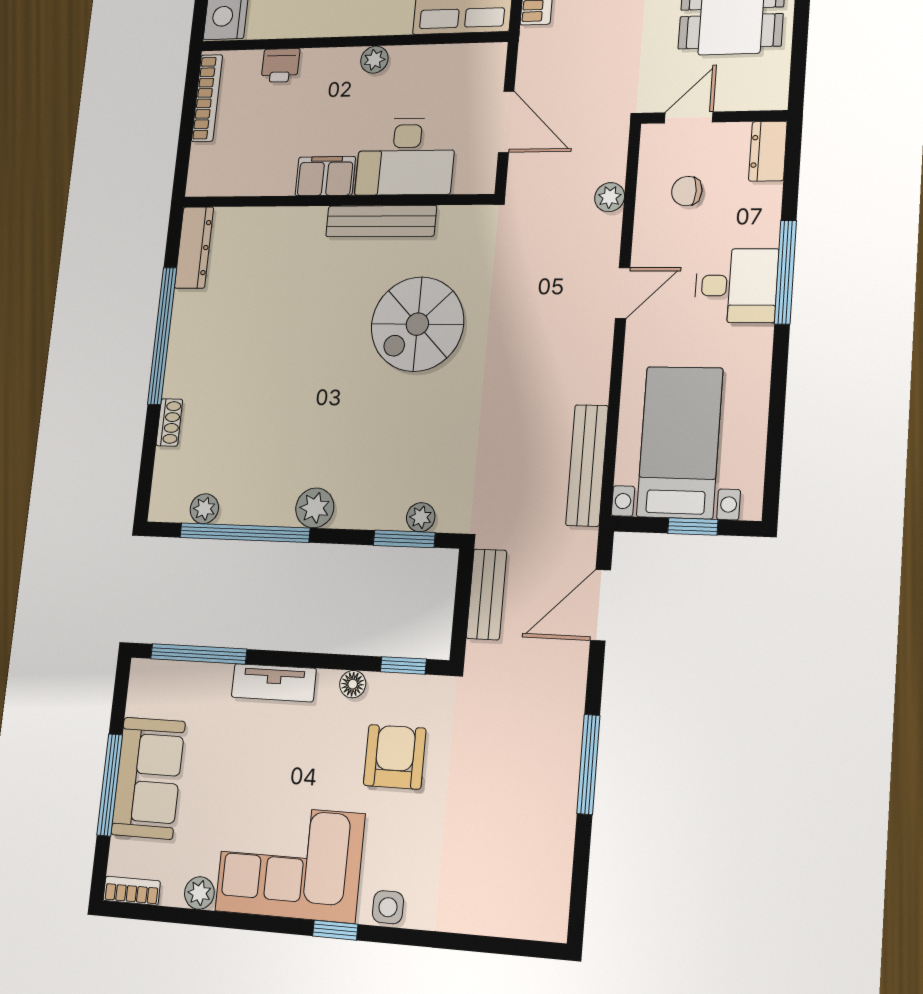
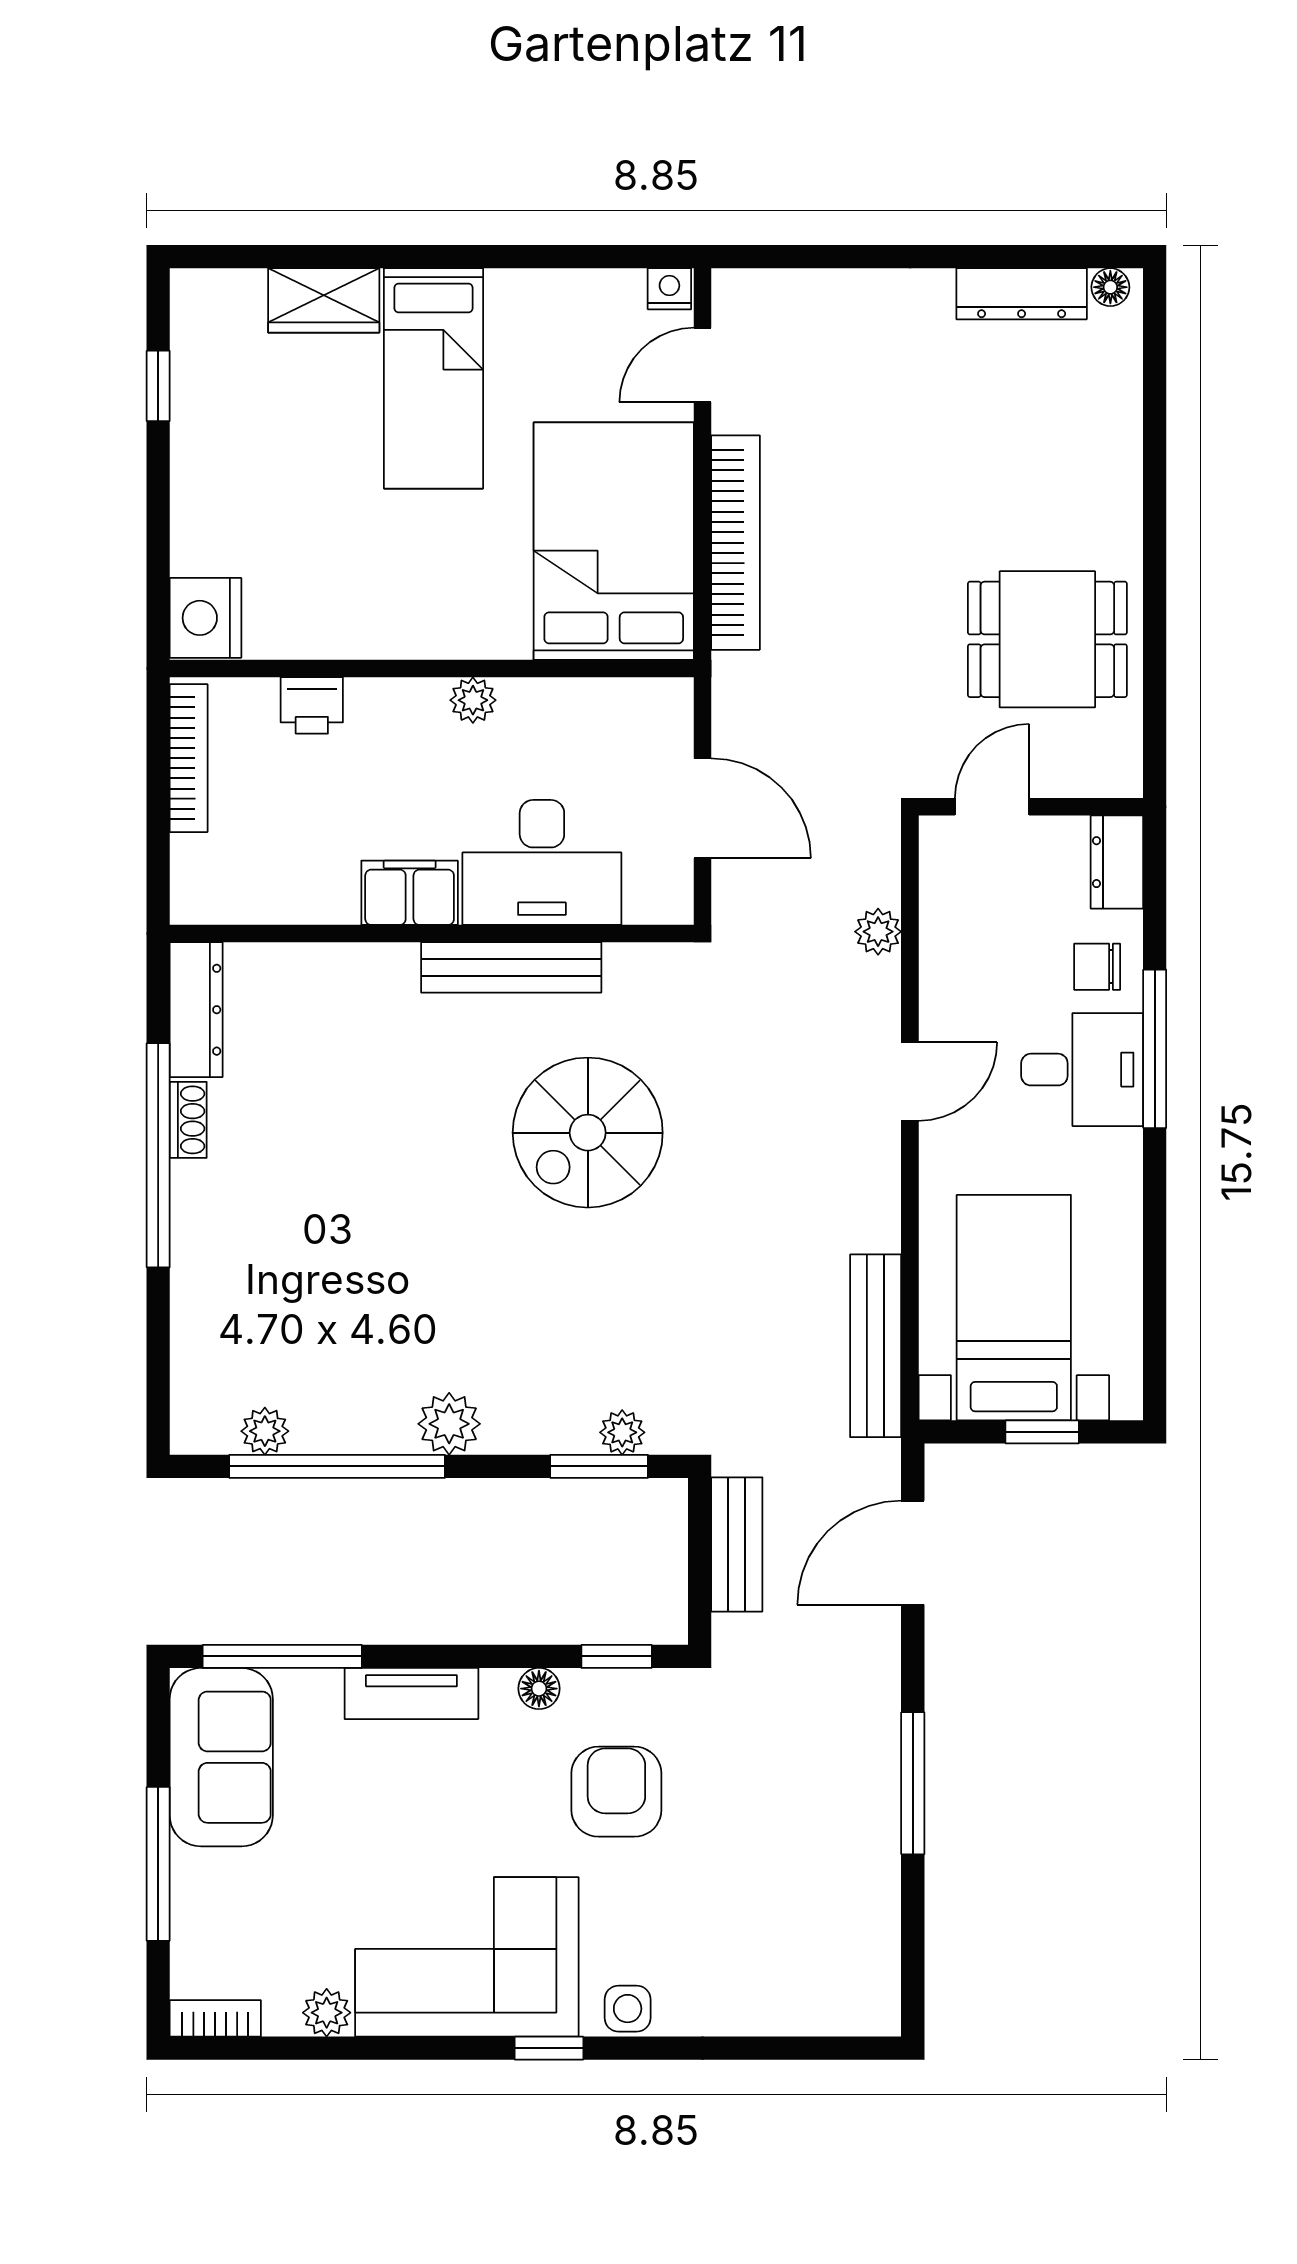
chair: (687, 191) -> (1097, 967), moved
shoe rack: (169, 422) -> (188, 1120), moved
sofa: (148, 778) -> (221, 1757), moved

